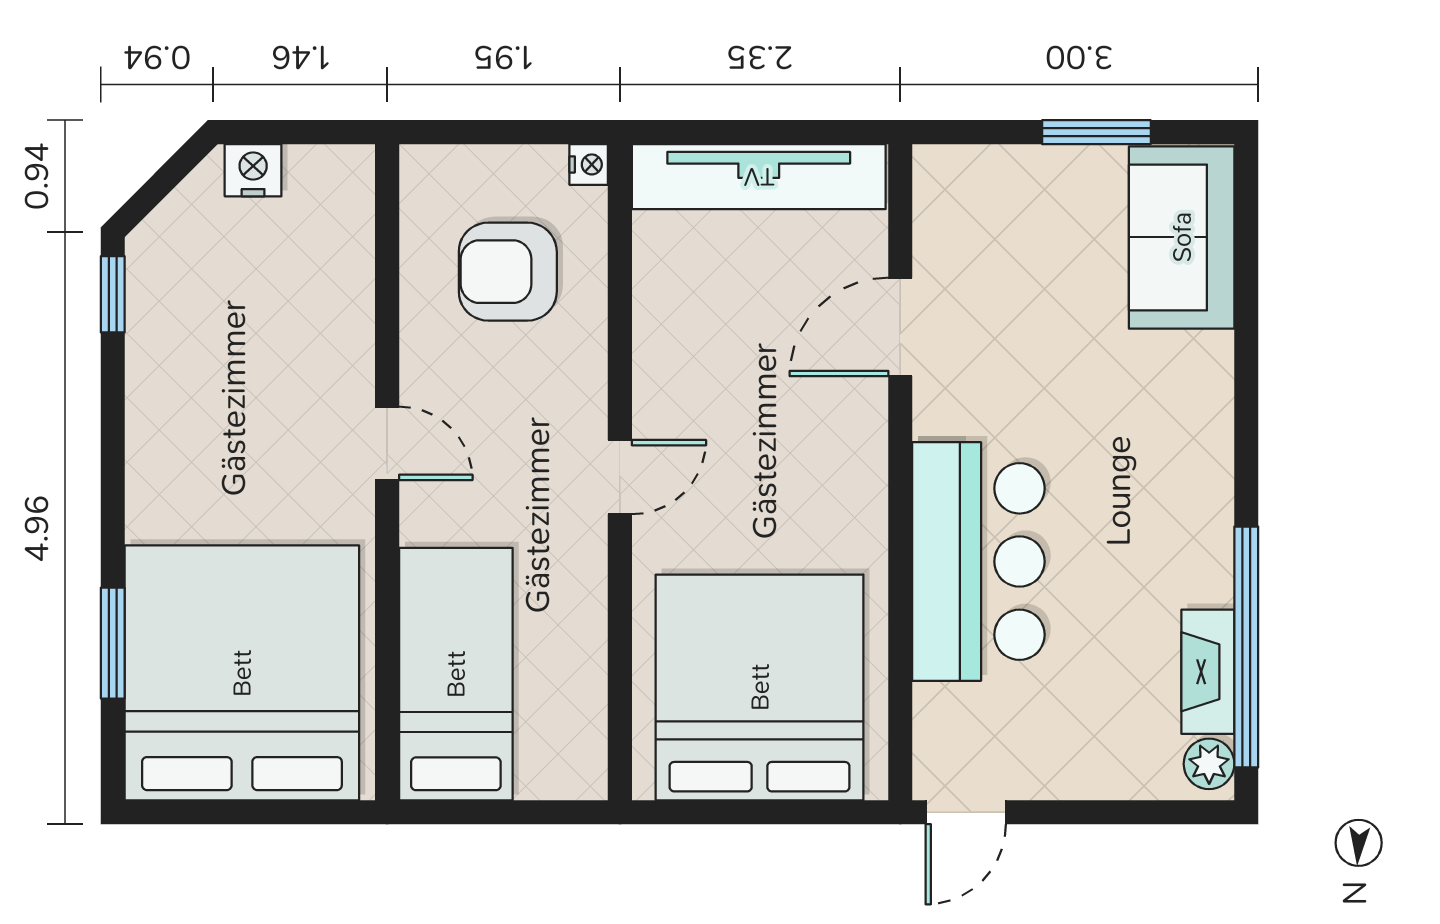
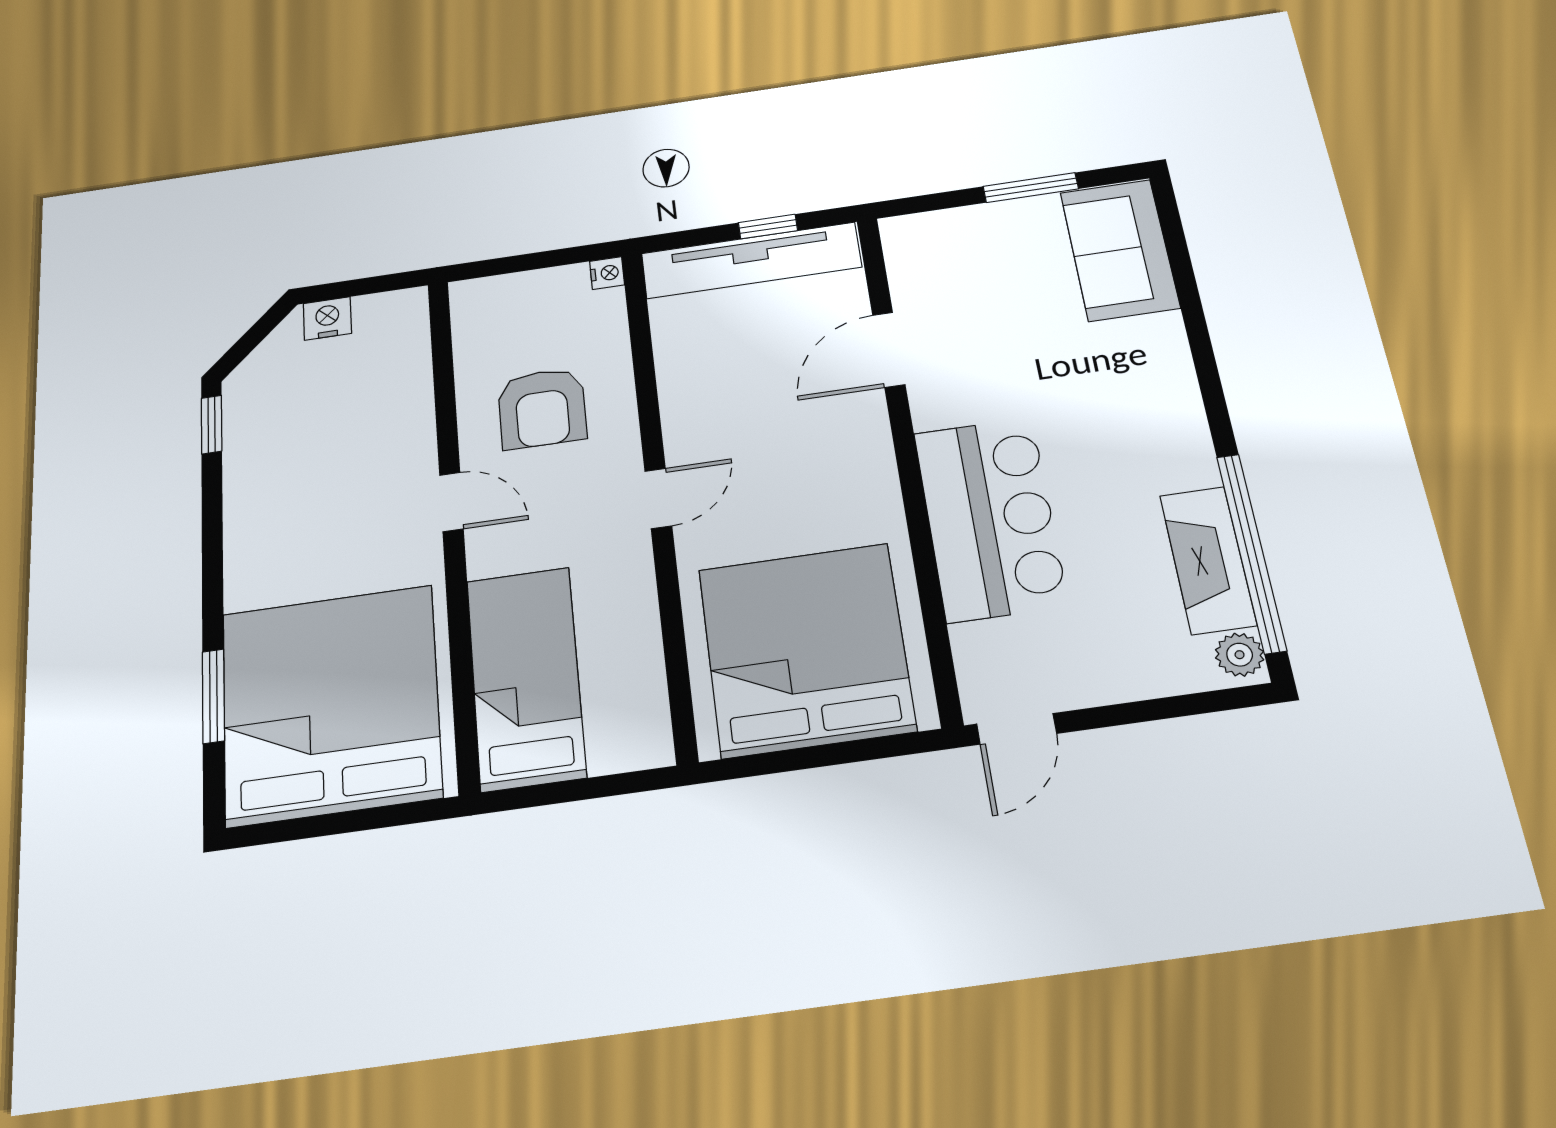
window: (784, 132) -> (768, 227), added
armchair: (508, 272) -> (542, 408), moved, turned -90
fireplace: (1208, 672) -> (1208, 560), width x1.37, depth x1.32

